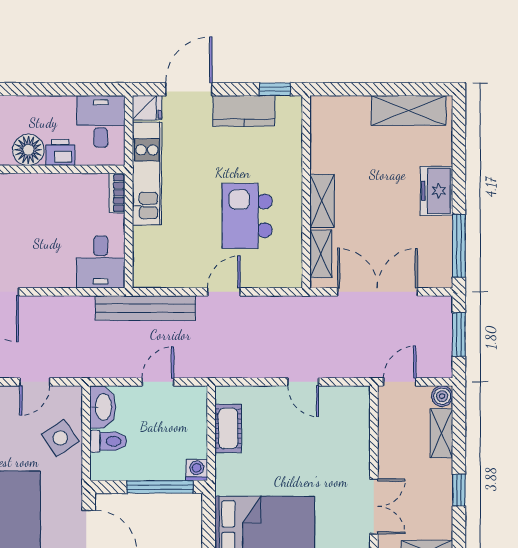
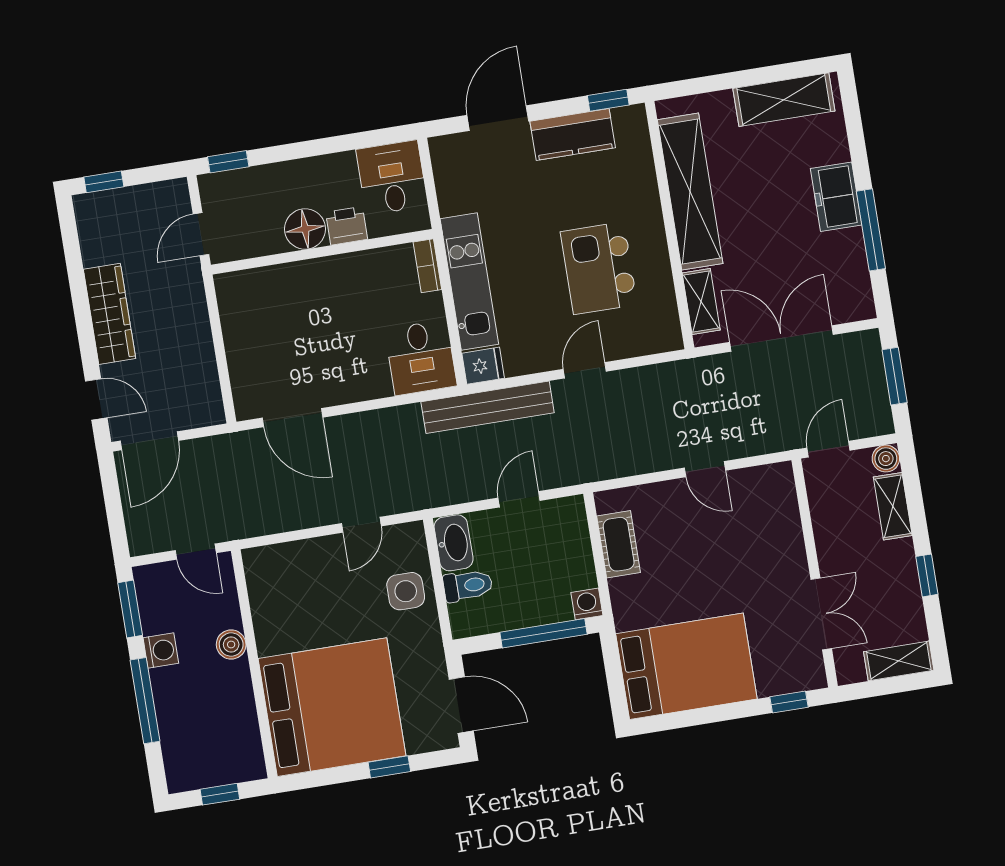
fridge: (147, 108) -> (483, 366), moved
kitchen unit: (147, 174) -> (469, 281), moved
shelving: (322, 201) -> (690, 192), width x2.20, depth x1.33
window: (459, 246) -> (871, 230), moved
side table: (60, 438) -> (406, 591), turned 34

